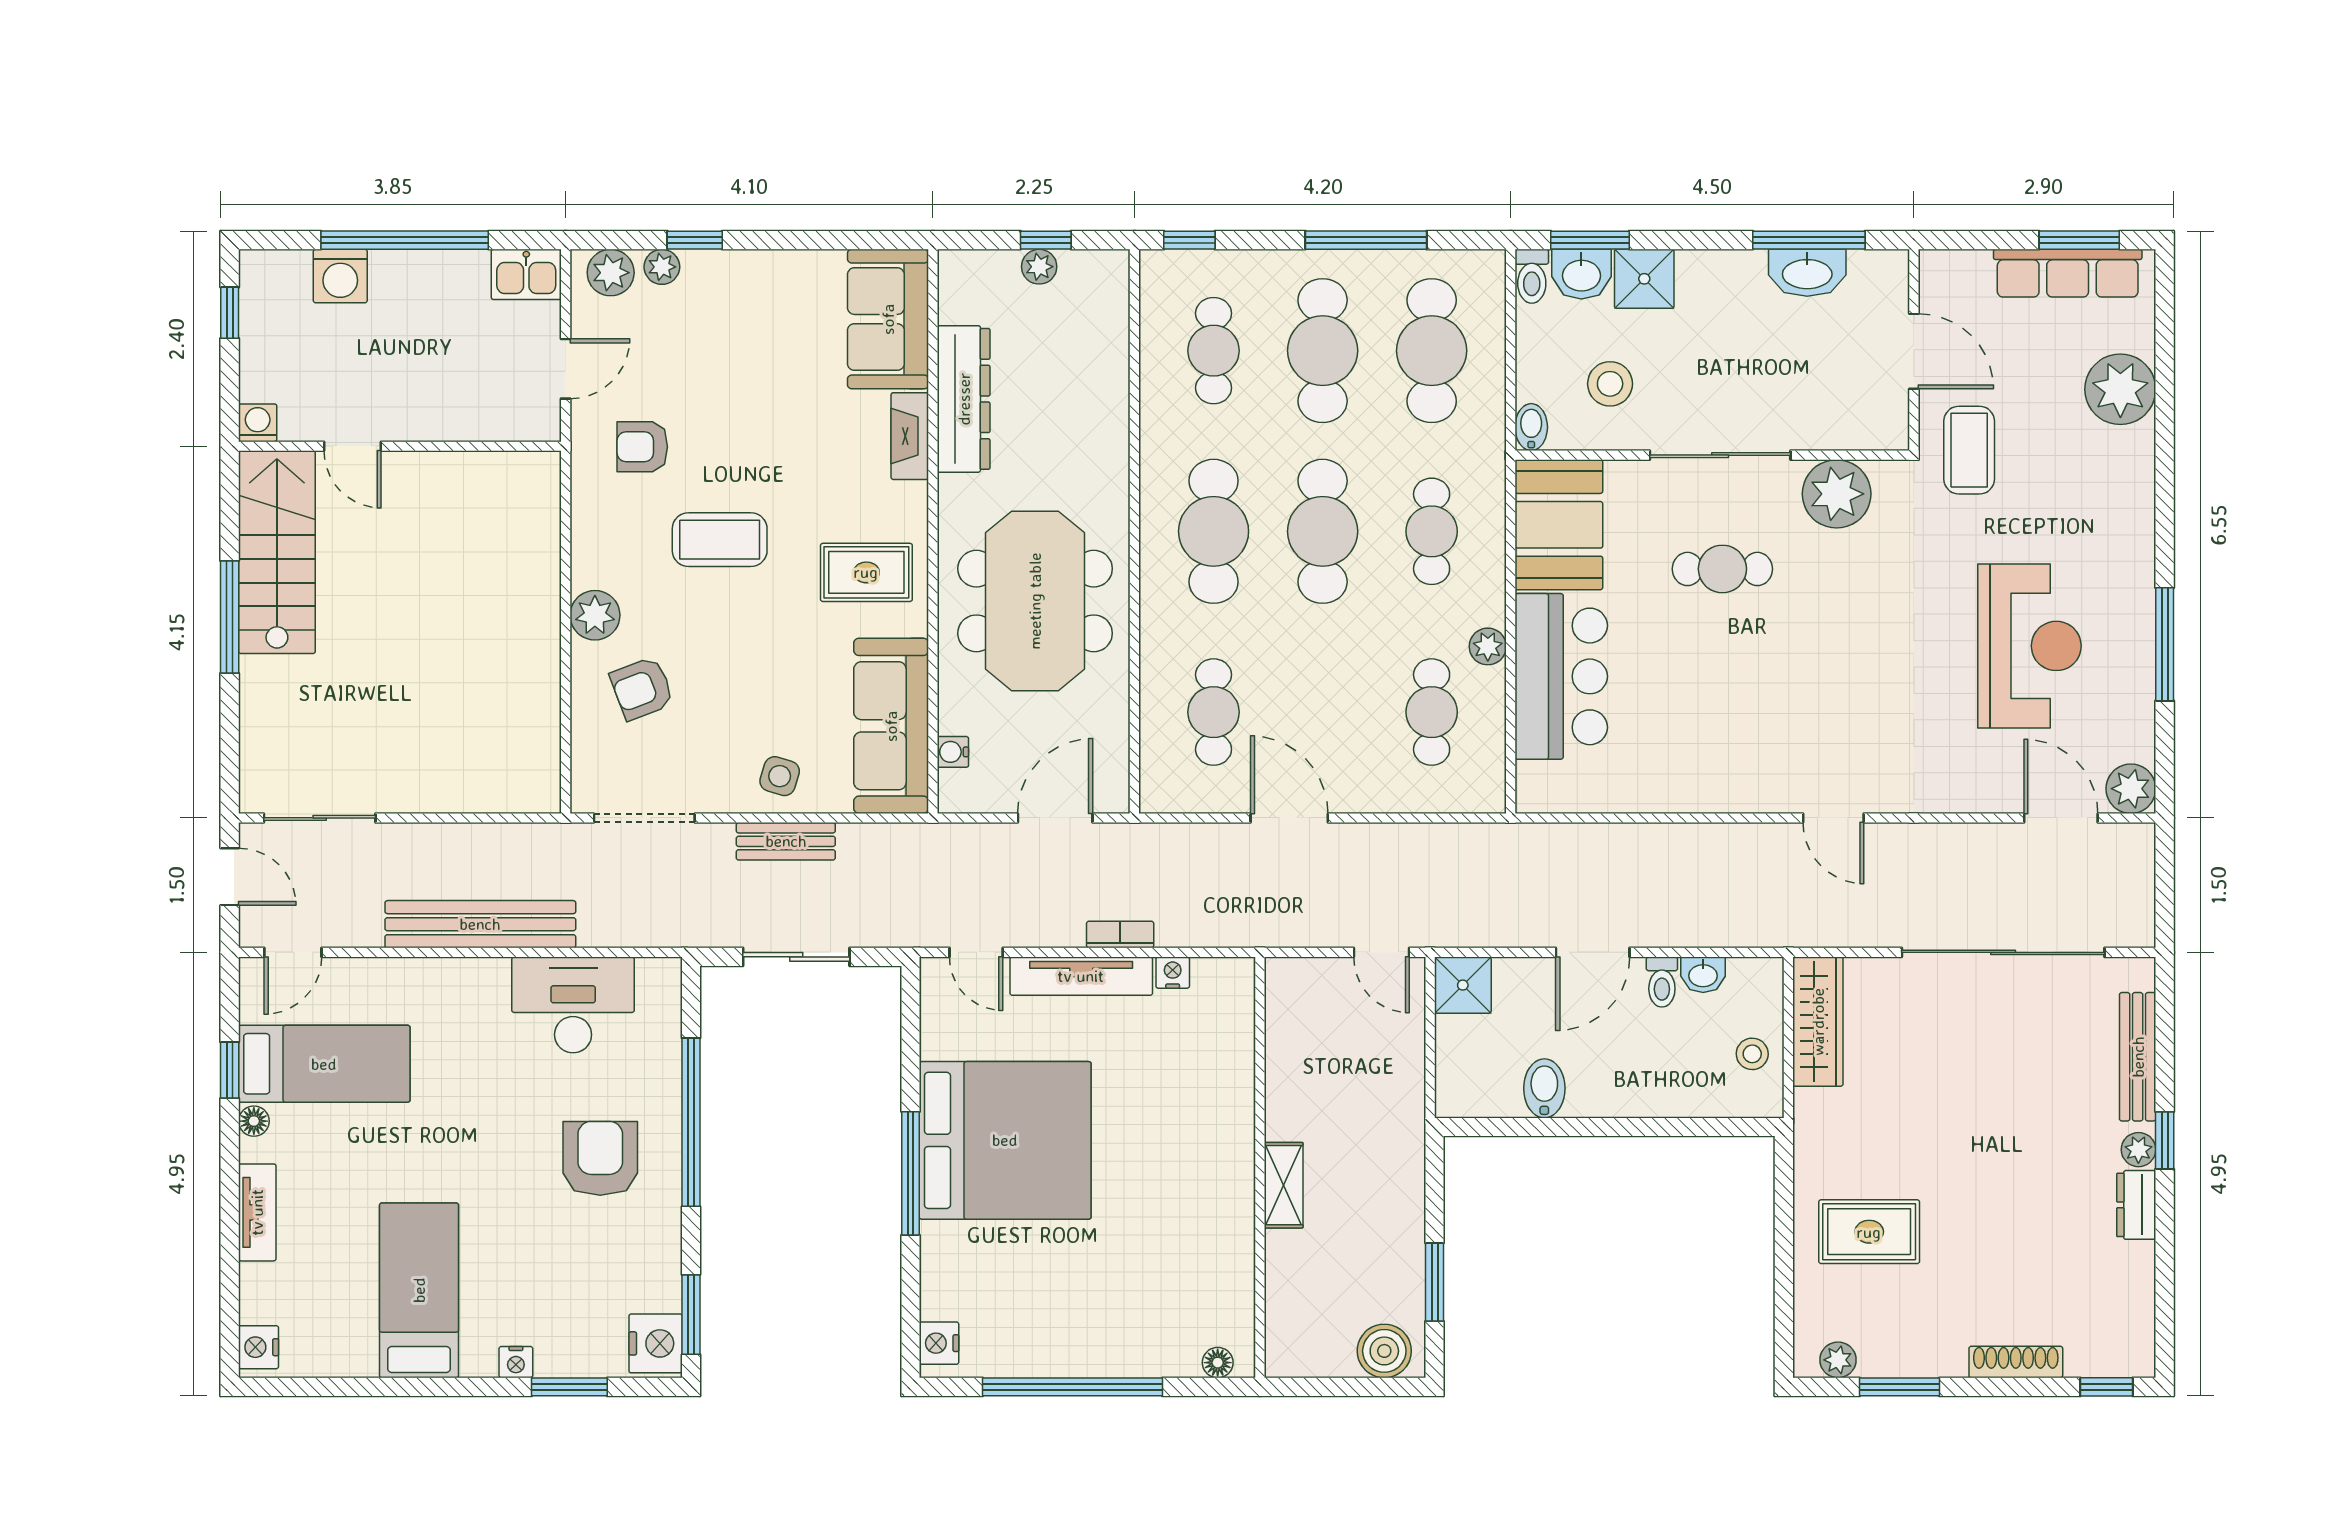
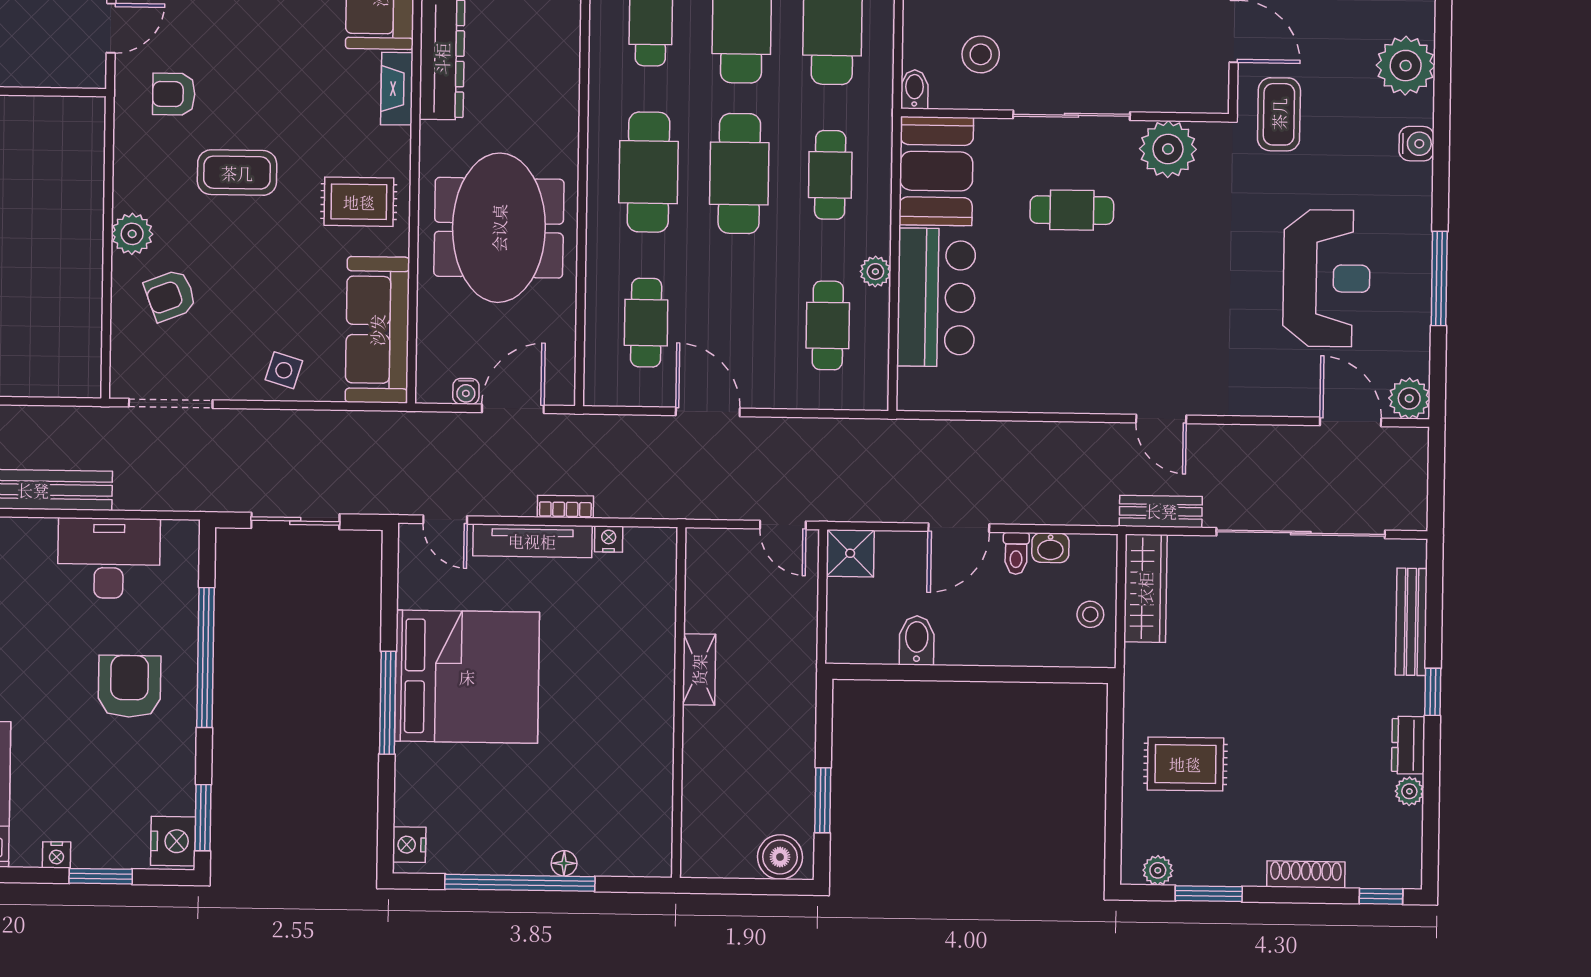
water cooler: (2135, 483) -> (1417, 144), added
water cooler: (953, 752) -> (466, 391), moved, turned -90
bench: (786, 841) -> (1161, 511), moved
plant: (2138, 1150) -> (1409, 791), moved
shelving: (1284, 1185) -> (699, 670), moved
floor lamp: (1218, 1363) -> (564, 863), moved

